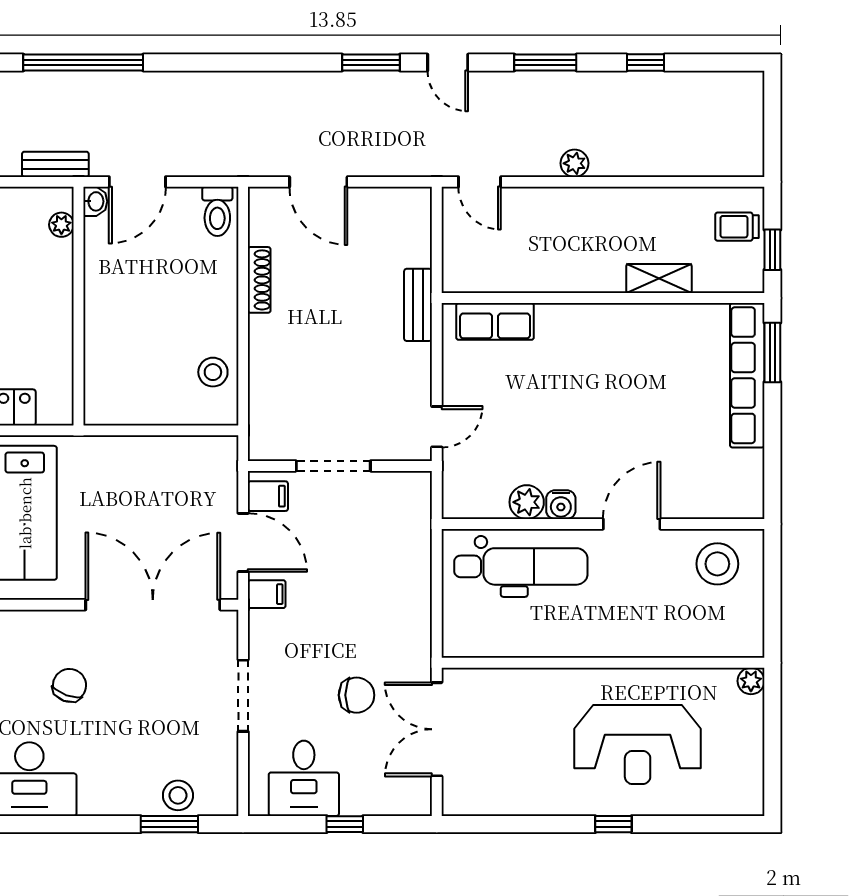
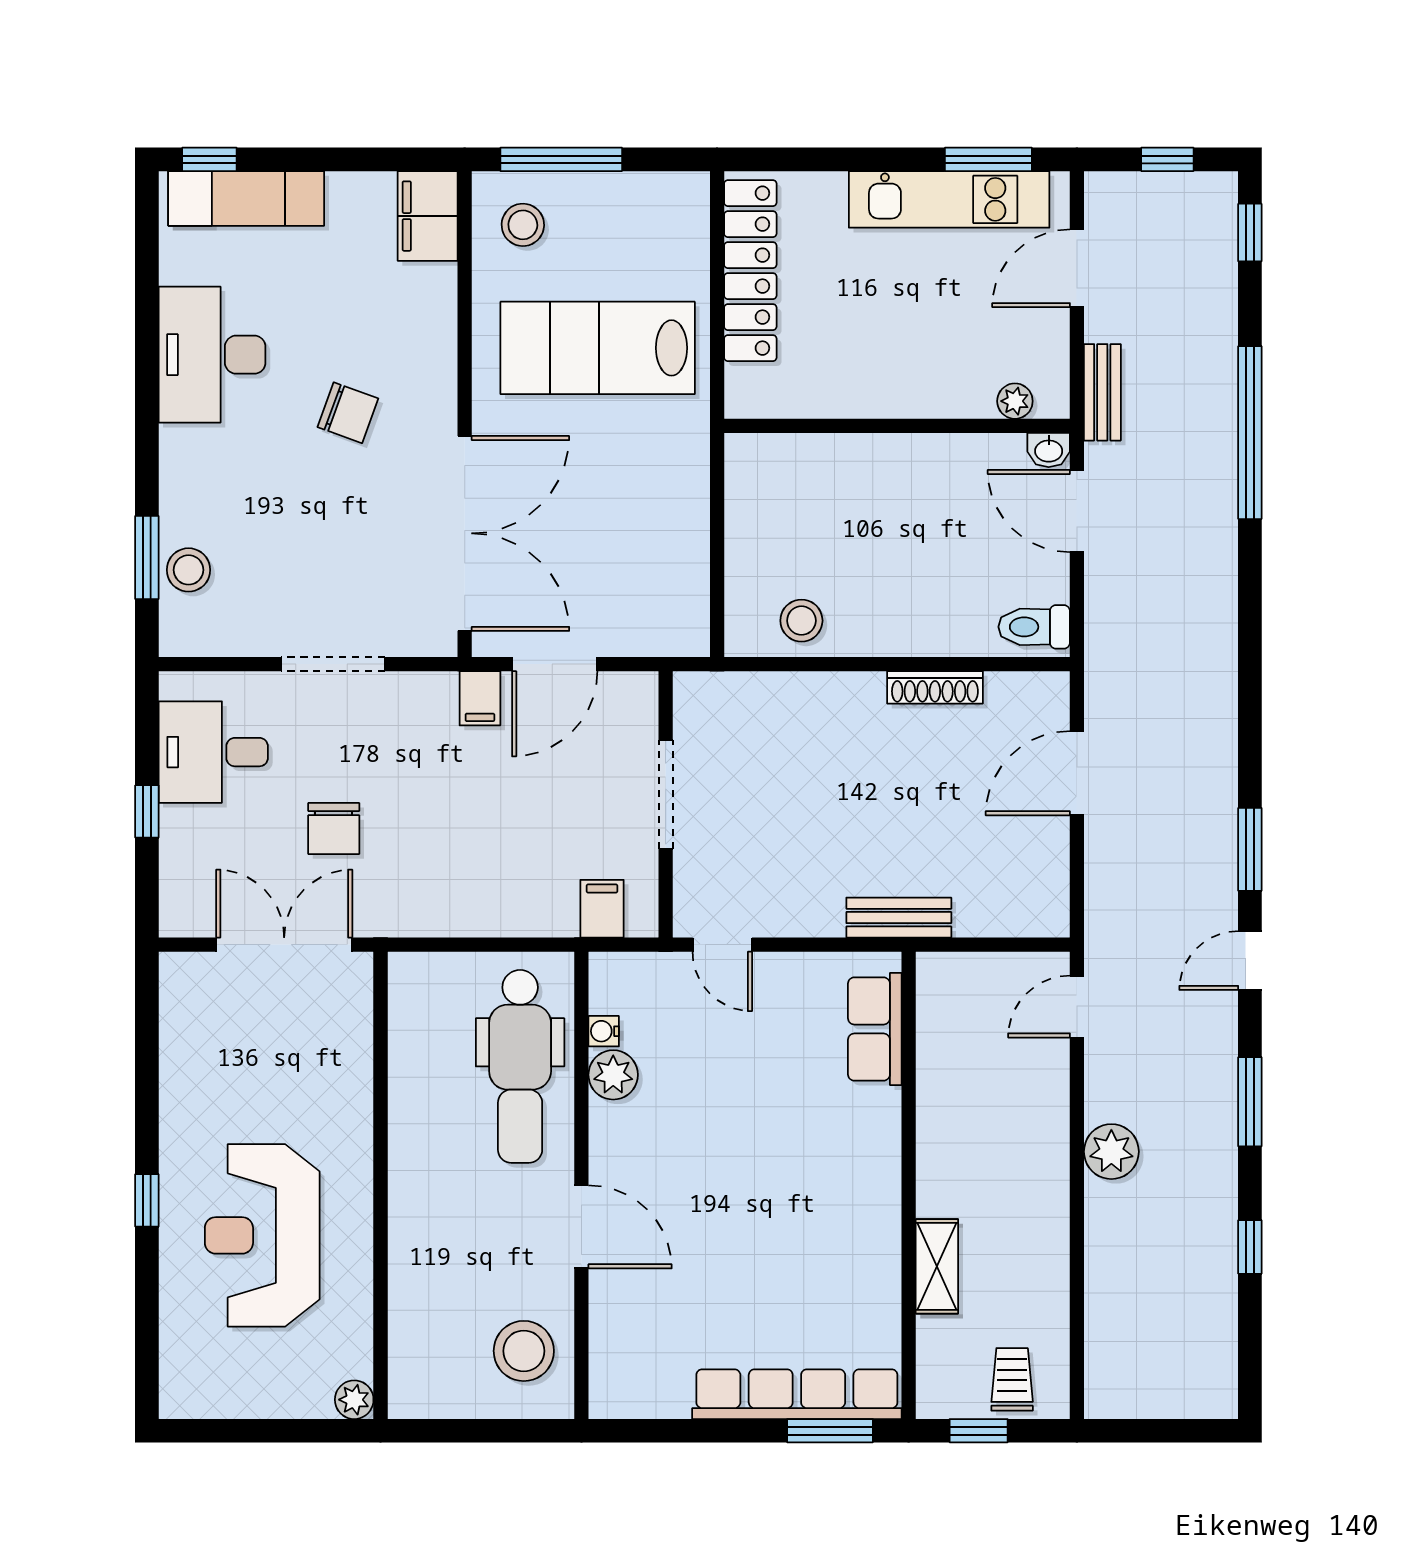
plant: (574, 163) -> (1111, 1152), width x1.38, depth x1.38
filing cabinet: (268, 496) -> (602, 909), moved, turned 180
water cooler: (561, 505) -> (604, 1031), moved, width x0.72, depth x0.72

